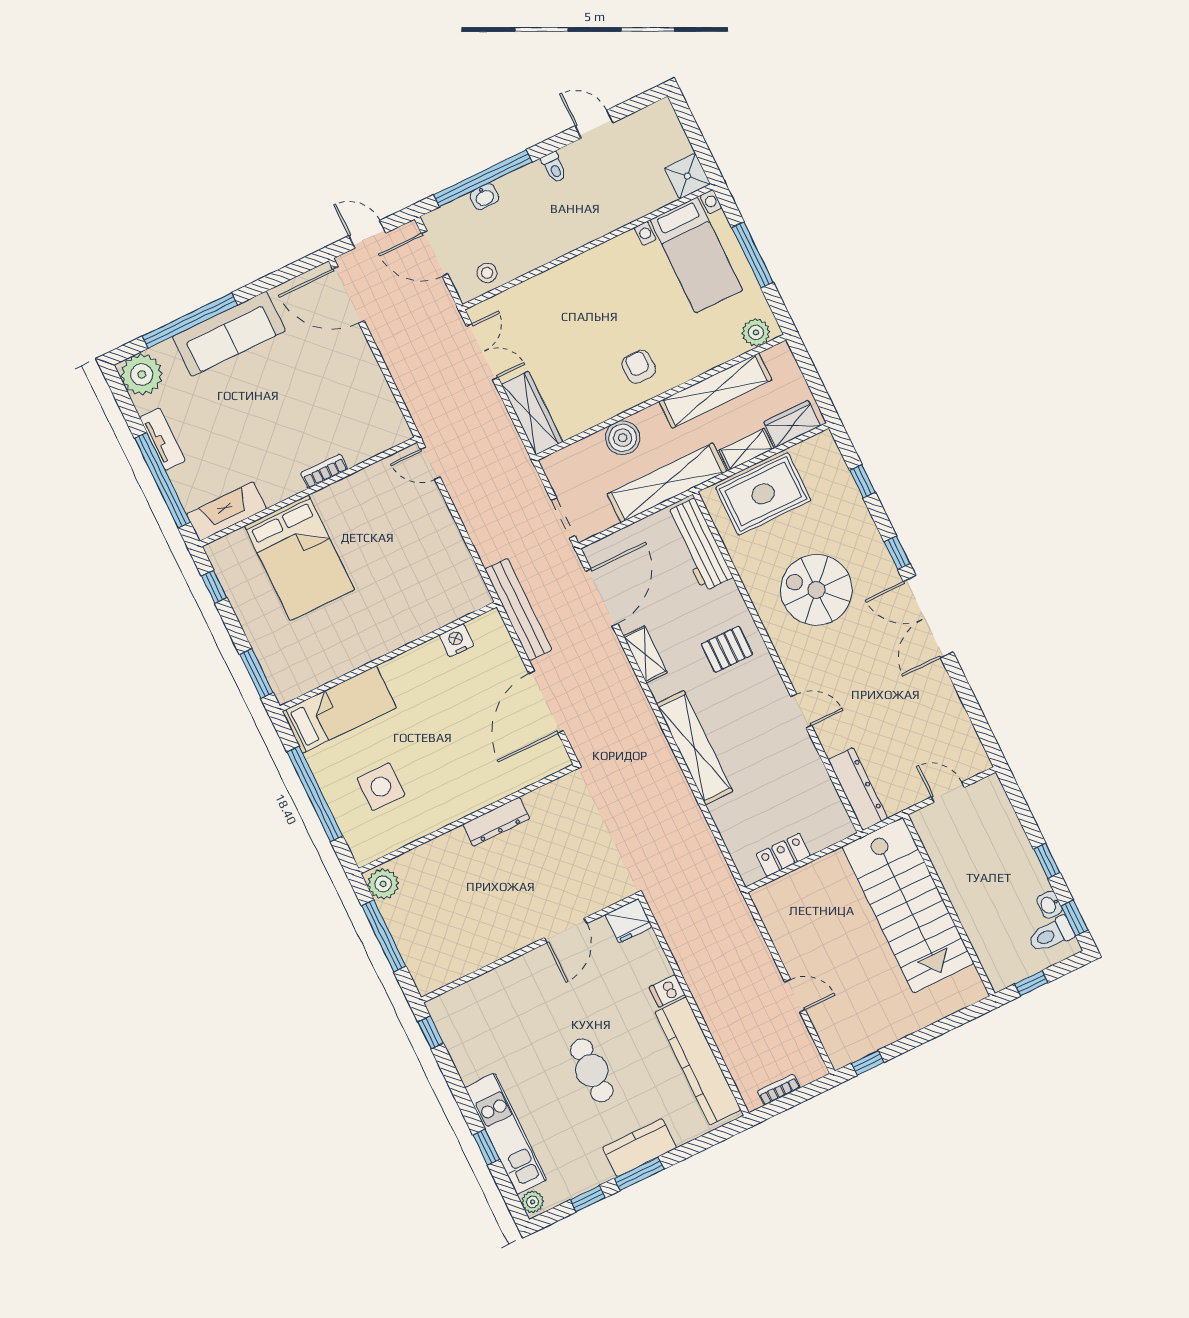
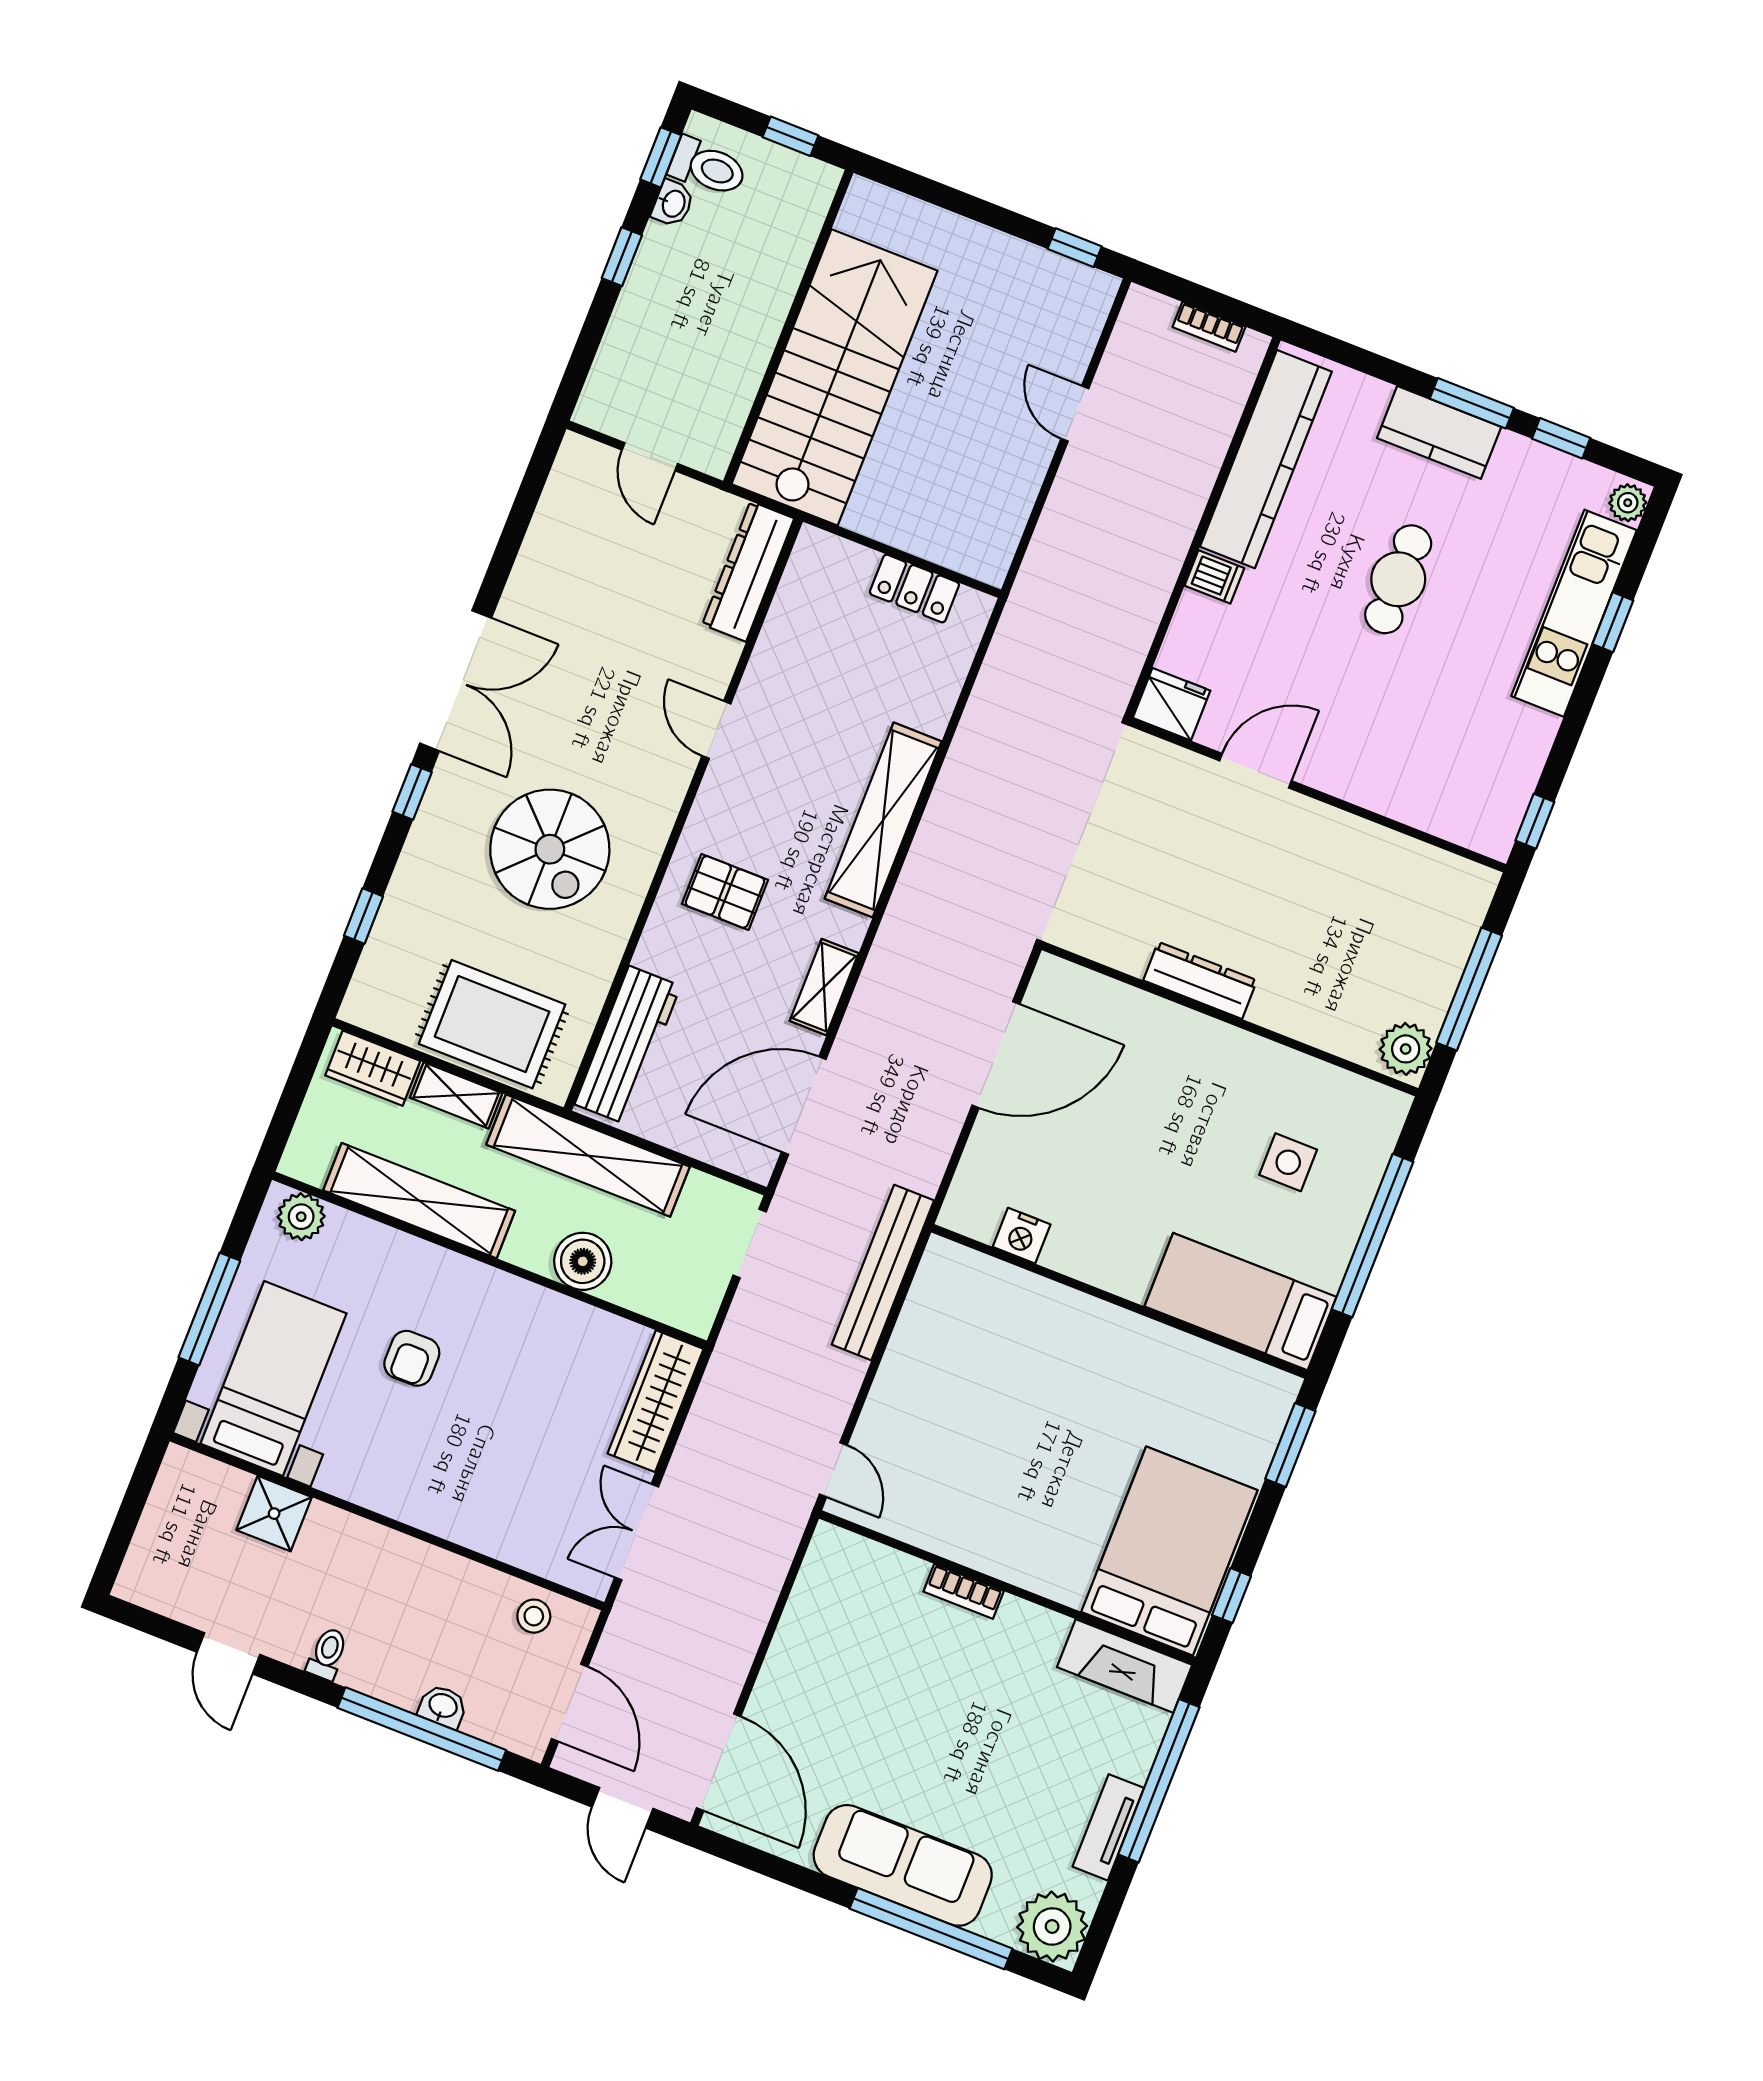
shower: (688, 176) -> (274, 1514), moved
armchair: (639, 367) -> (412, 1358), moved
bed: (299, 558) -> (1169, 1551), moved
bench: (518, 610) -> (883, 1272), moved
side table: (381, 787) -> (1288, 1162), width x0.73, depth x0.73

